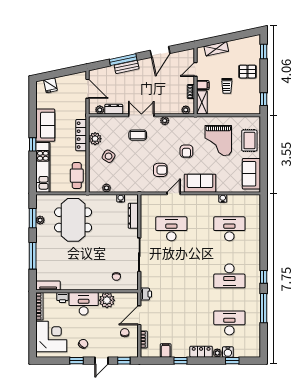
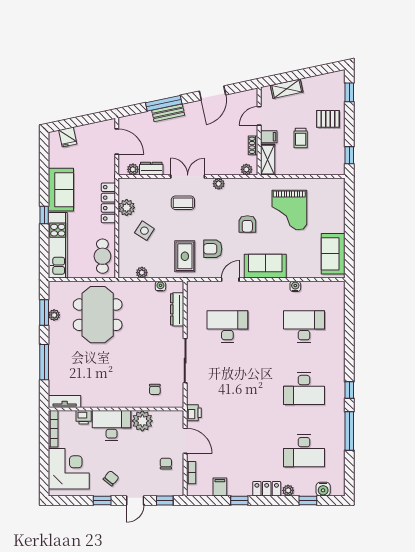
rug: (249, 141) -> (185, 256), moved
armchair: (160, 170) -> (213, 249), turned 180
door: (139, 315) -> (185, 441), swing flipped
desk: (229, 323) -> (304, 451), turned 180
water cooler: (228, 352) -> (323, 489), moved

